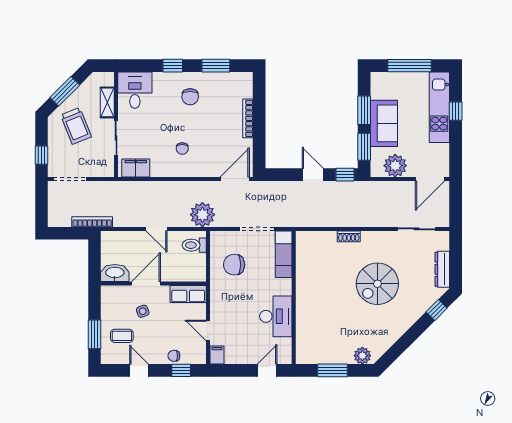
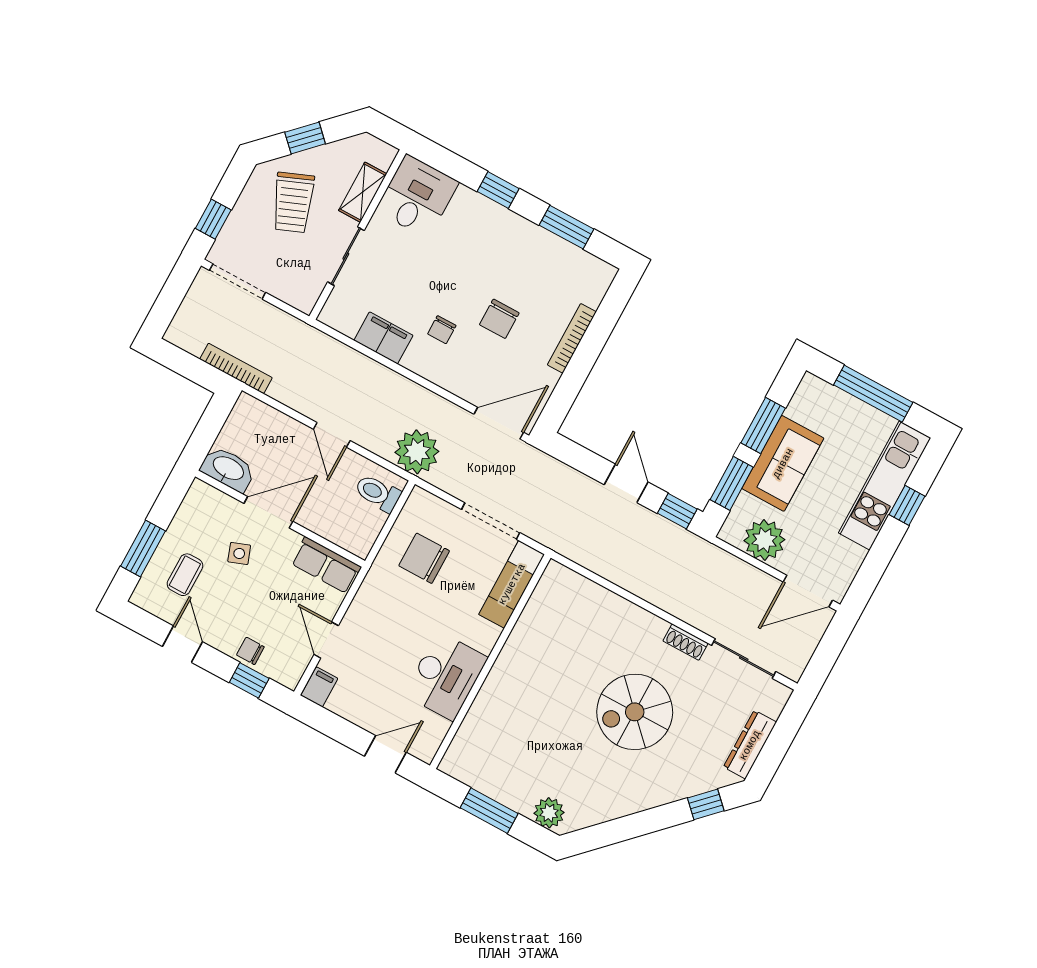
window: (65, 91) -> (305, 138), width x0.67
chair: (190, 97) -> (499, 319), moved
filing cabinet: (136, 168) -> (383, 338), moved
shoe rack: (349, 236) -> (686, 642), moved
coffee table: (122, 336) -> (185, 575), turned 90

